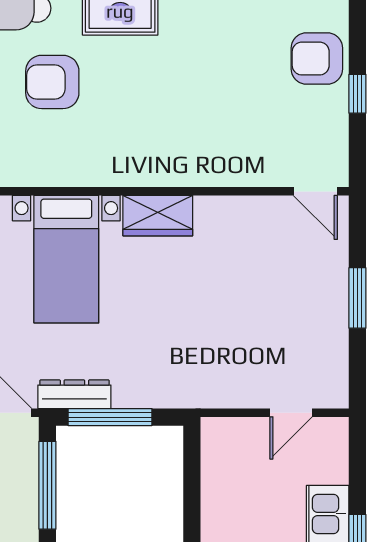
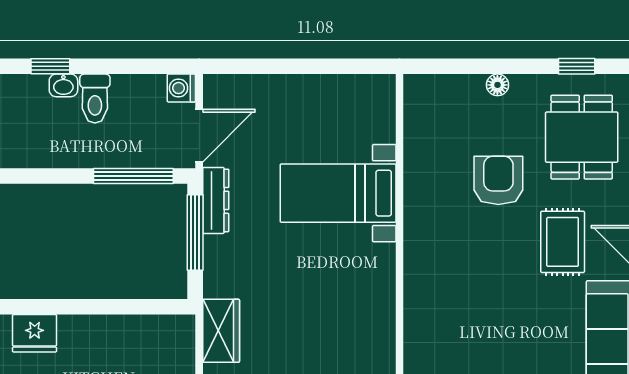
wardrobe: (158, 216) -> (221, 331), moved, turned 180

